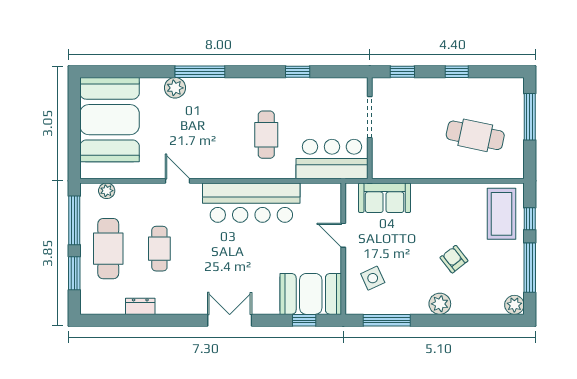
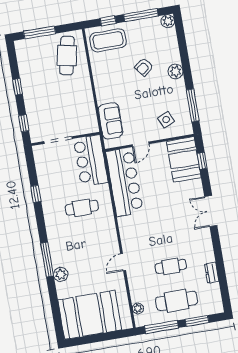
cafe table: (475, 135) -> (67, 56), moved
bar counter: (251, 203) -> (124, 182), moved

